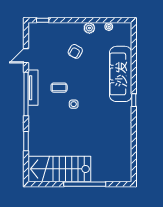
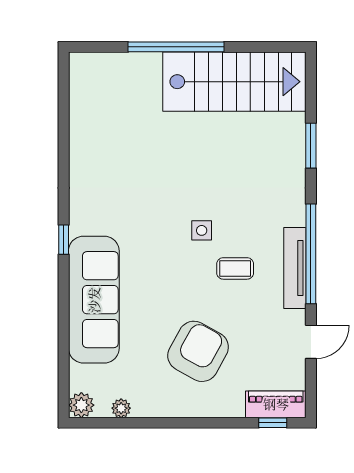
piano: (41, 28) -> (276, 404), added
plant: (89, 28) -> (81, 405), moved
armchair: (75, 51) -> (198, 351), width x1.88, depth x1.88

